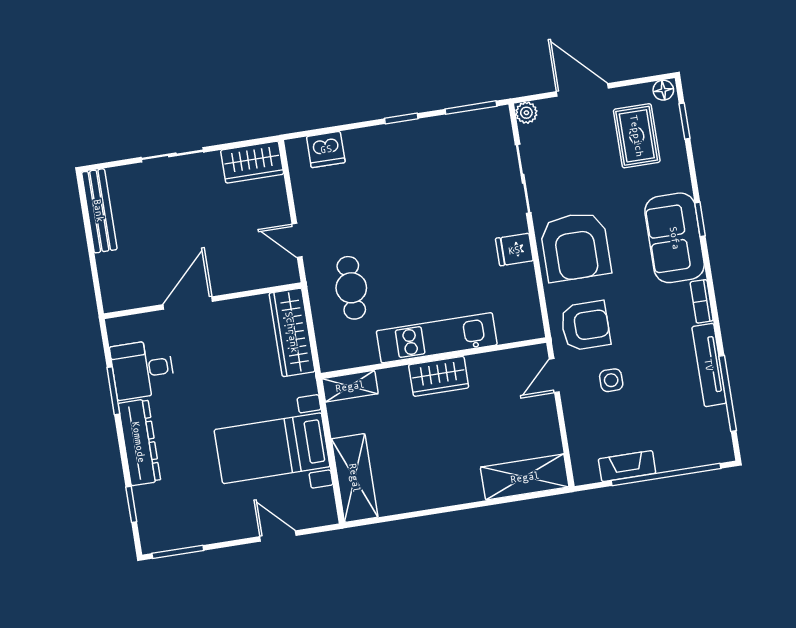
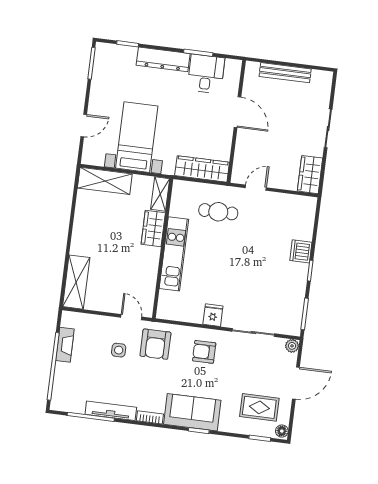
dishwasher: (326, 149) -> (301, 251), moved
bench: (99, 211) -> (285, 73), moved
armchair: (575, 247) -> (204, 352), width x0.53, depth x0.53
wardrobe: (439, 376) -> (153, 229), moved

